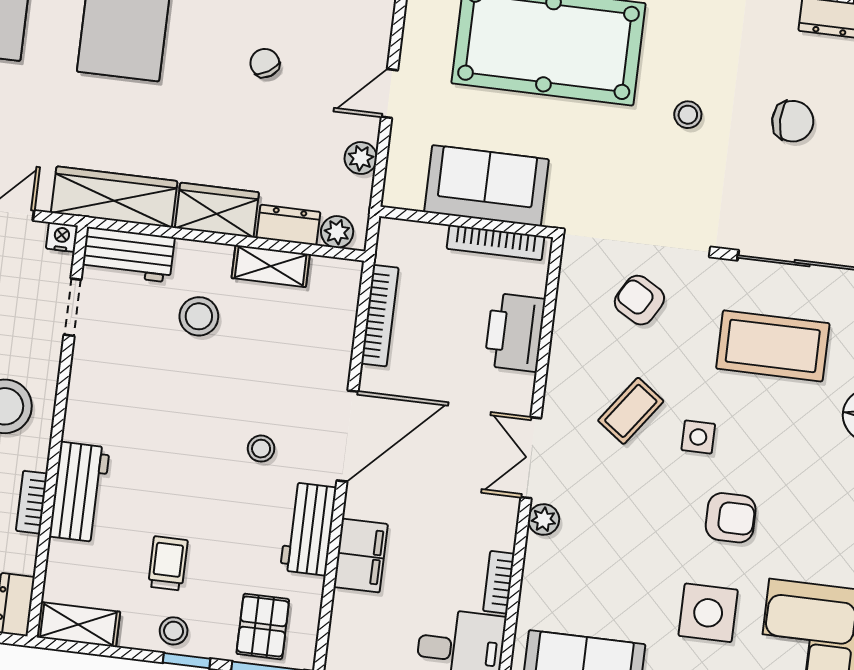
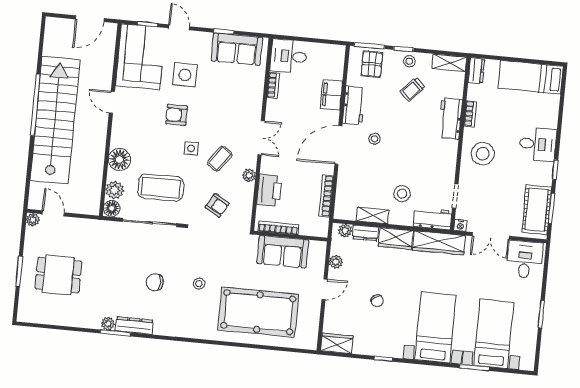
plant: (544, 520) -> (249, 175), moved
trolley: (168, 563) -> (412, 90), turned 43

